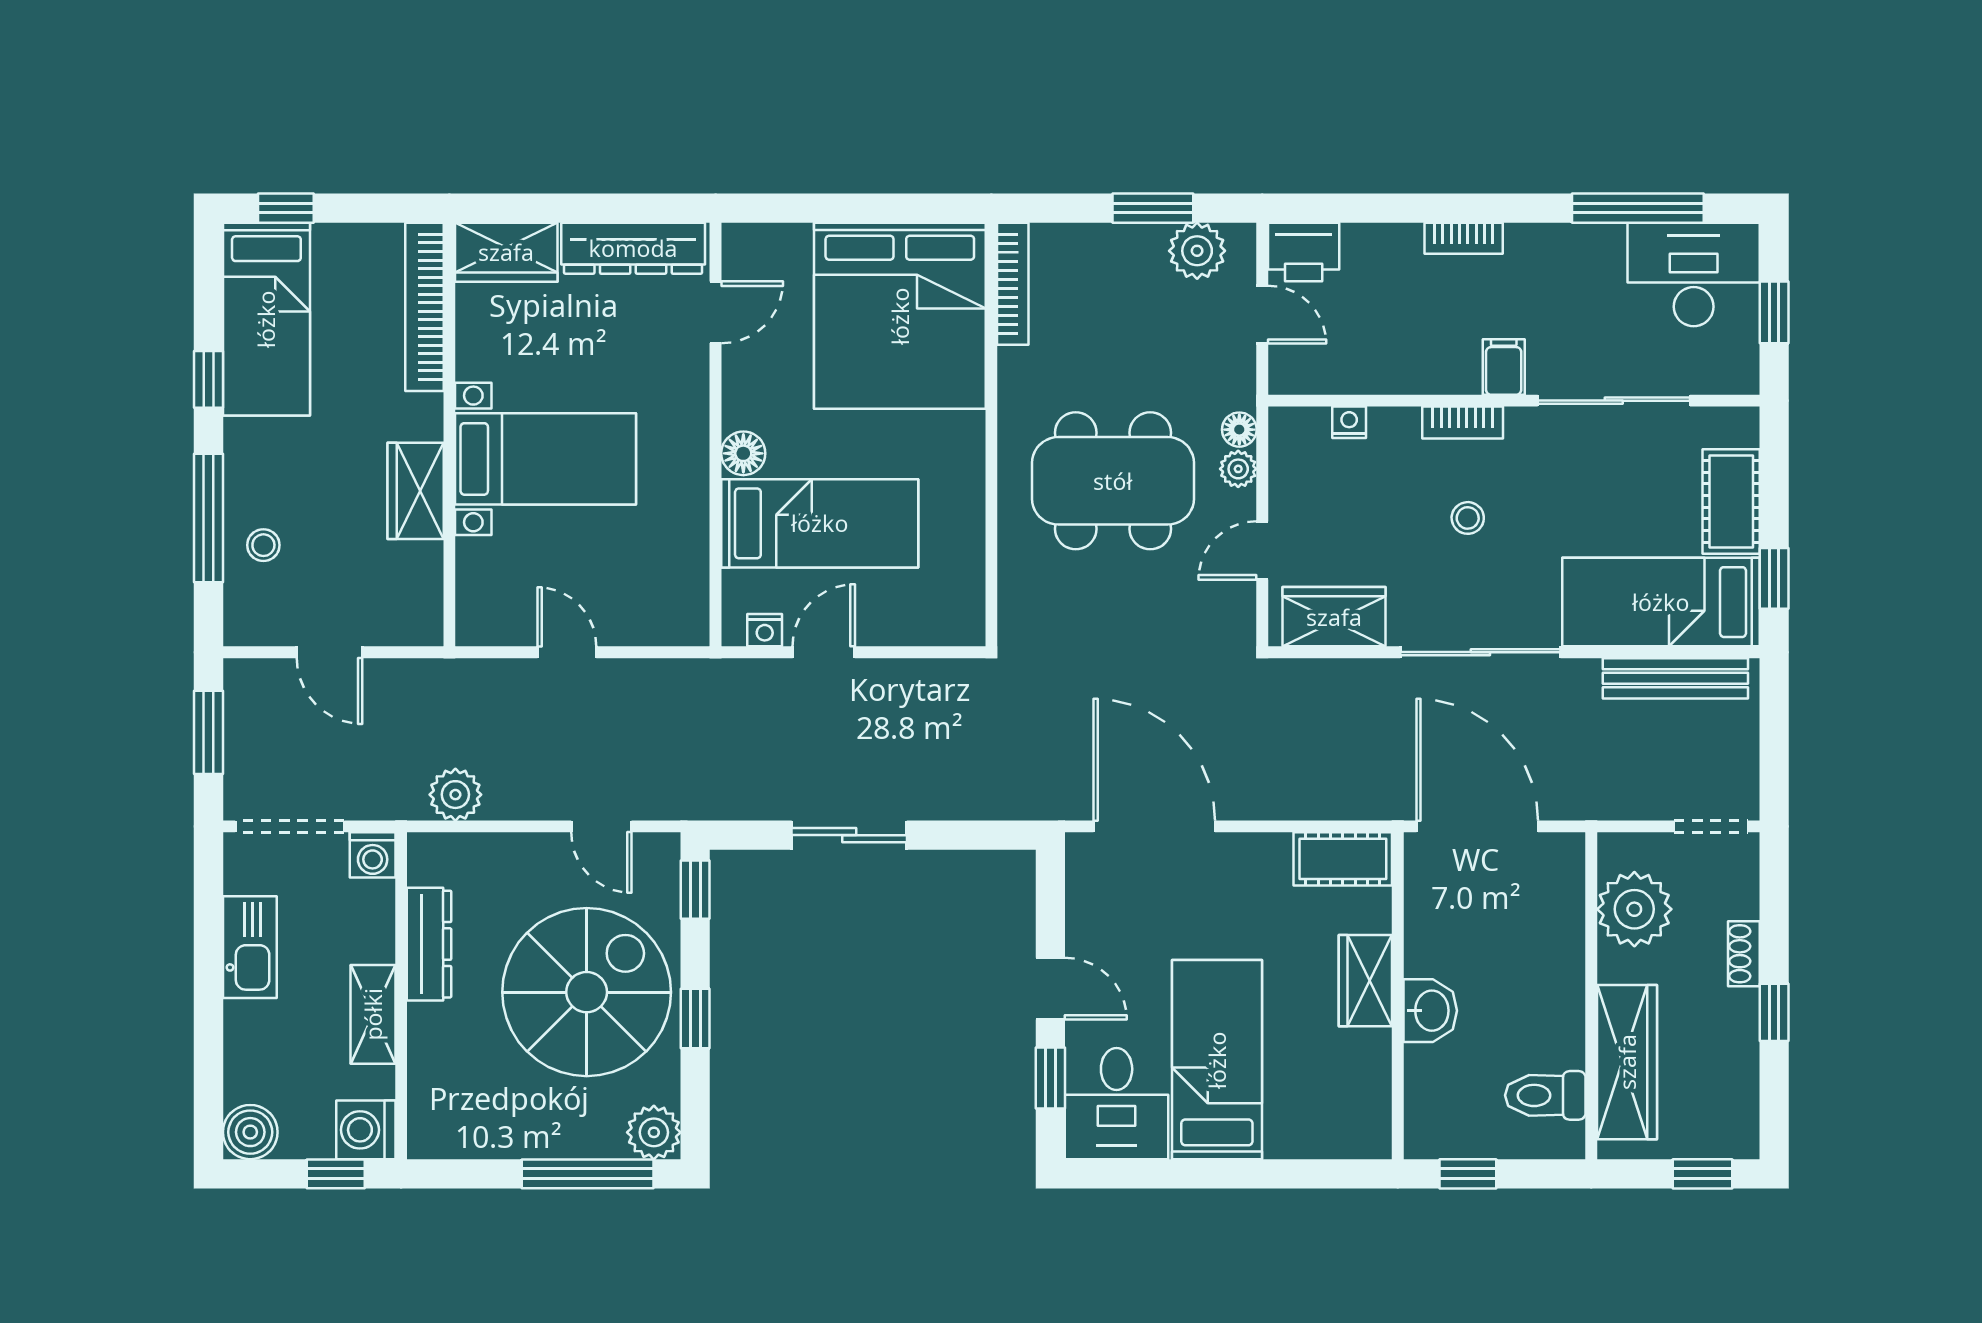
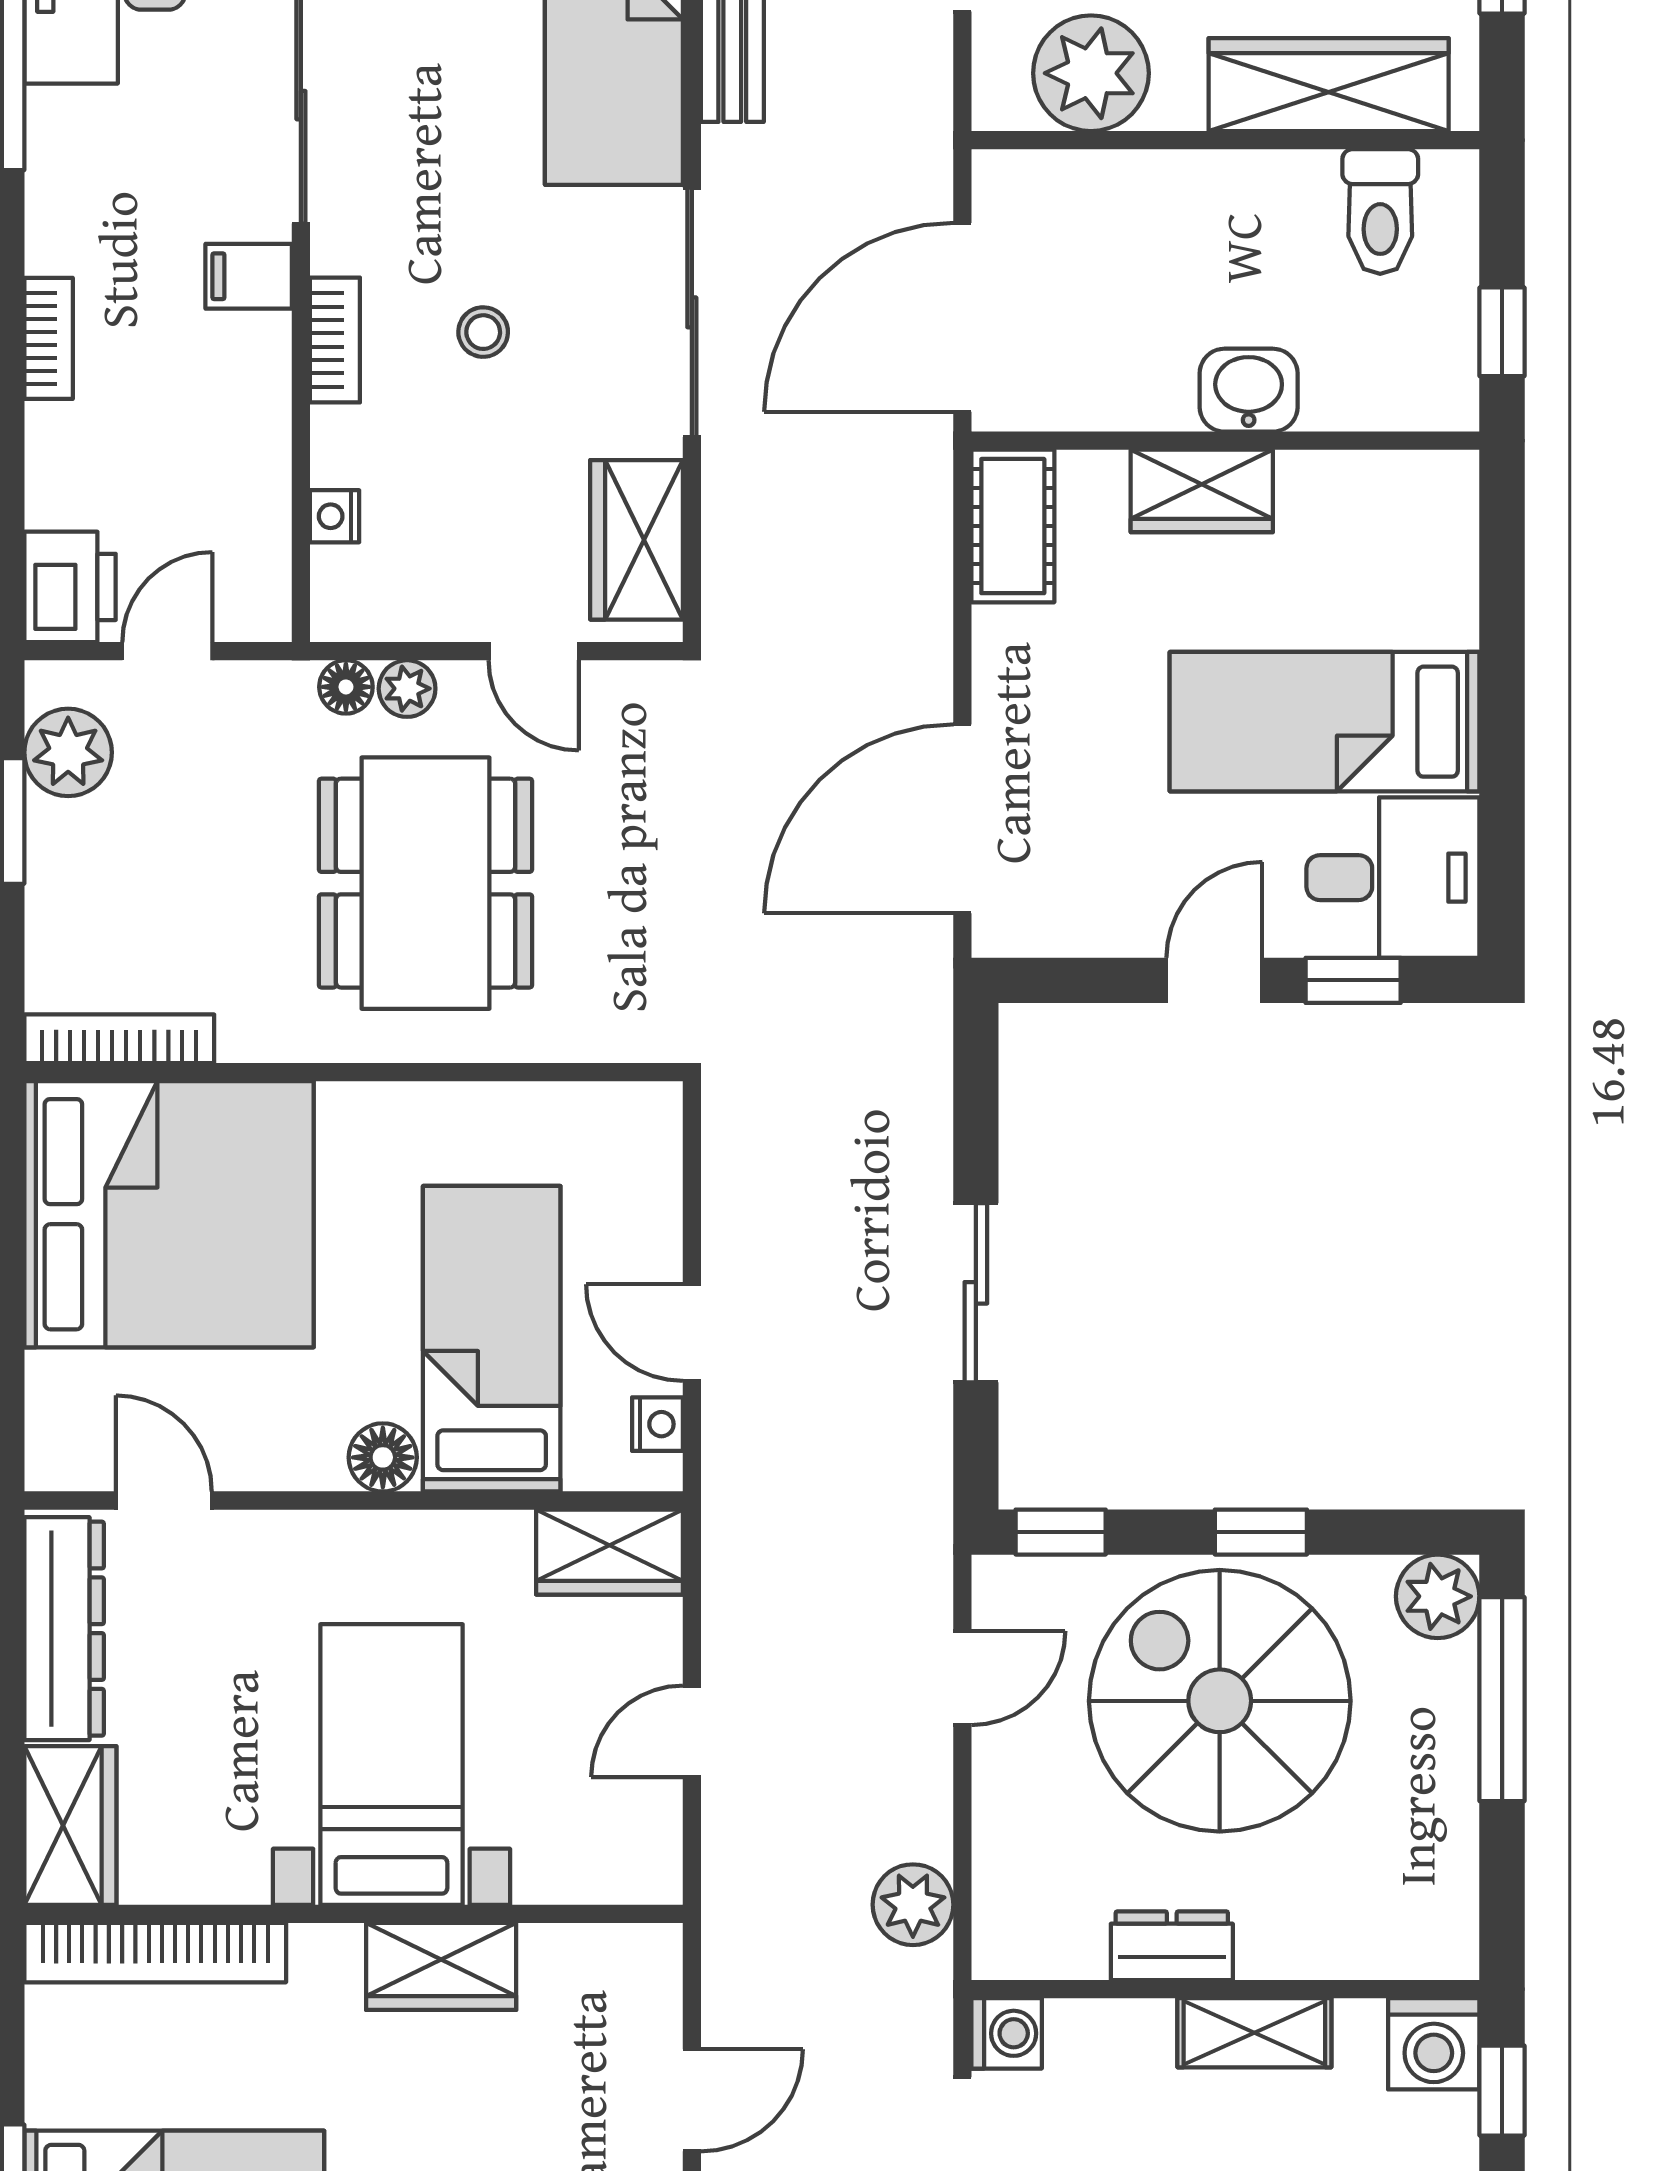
wardrobe: (682, 599) -> (609, 1552), added
dresser: (429, 944) -> (1172, 1946), width x0.70

